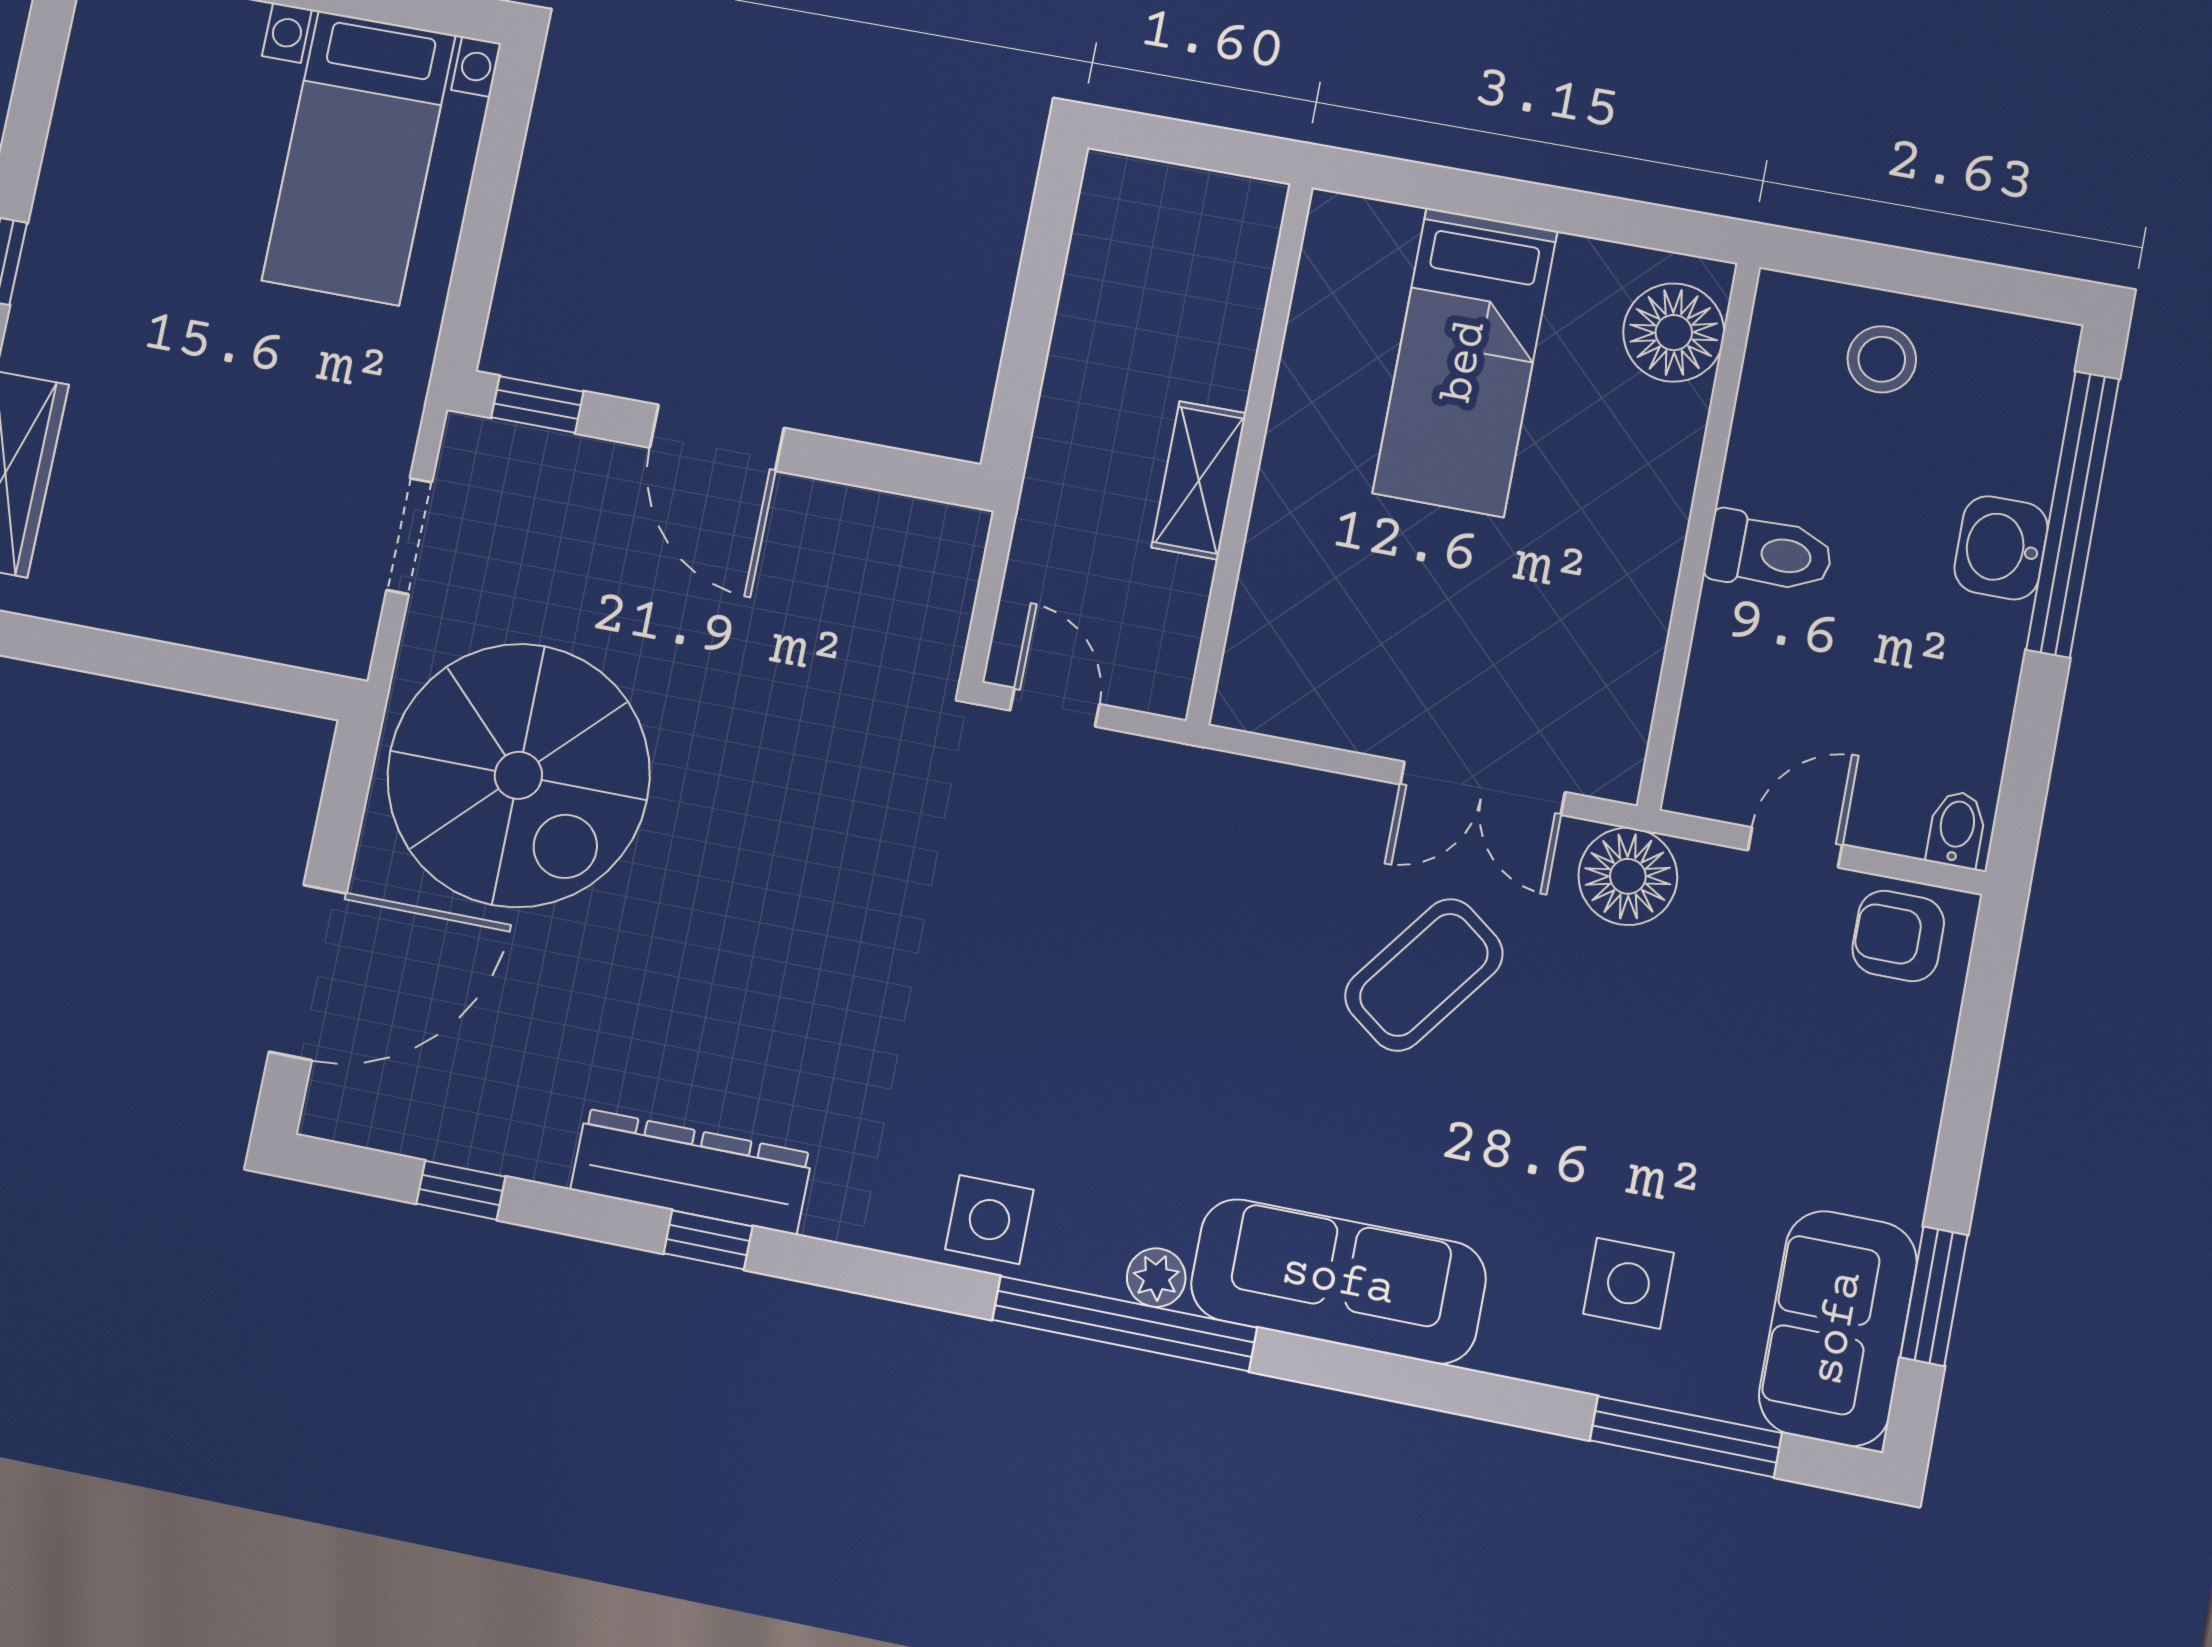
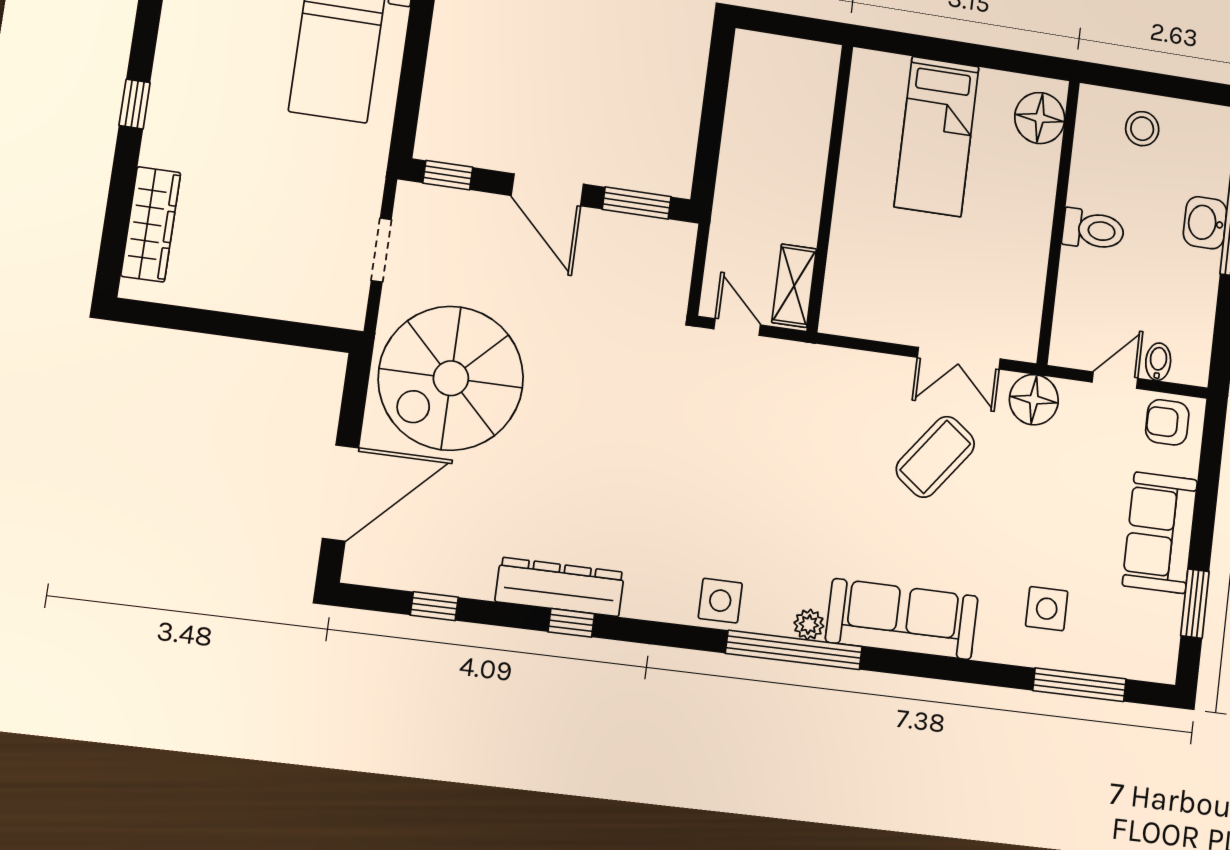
window: (880, 468) -> (637, 203), added
shelving: (1199, 480) -> (794, 286), moved
spiral stairs: (518, 775) -> (451, 378), turned 90
bidet: (1956, 829) -> (1158, 362), moved
sofa: (1838, 1328) -> (1160, 533), moved

